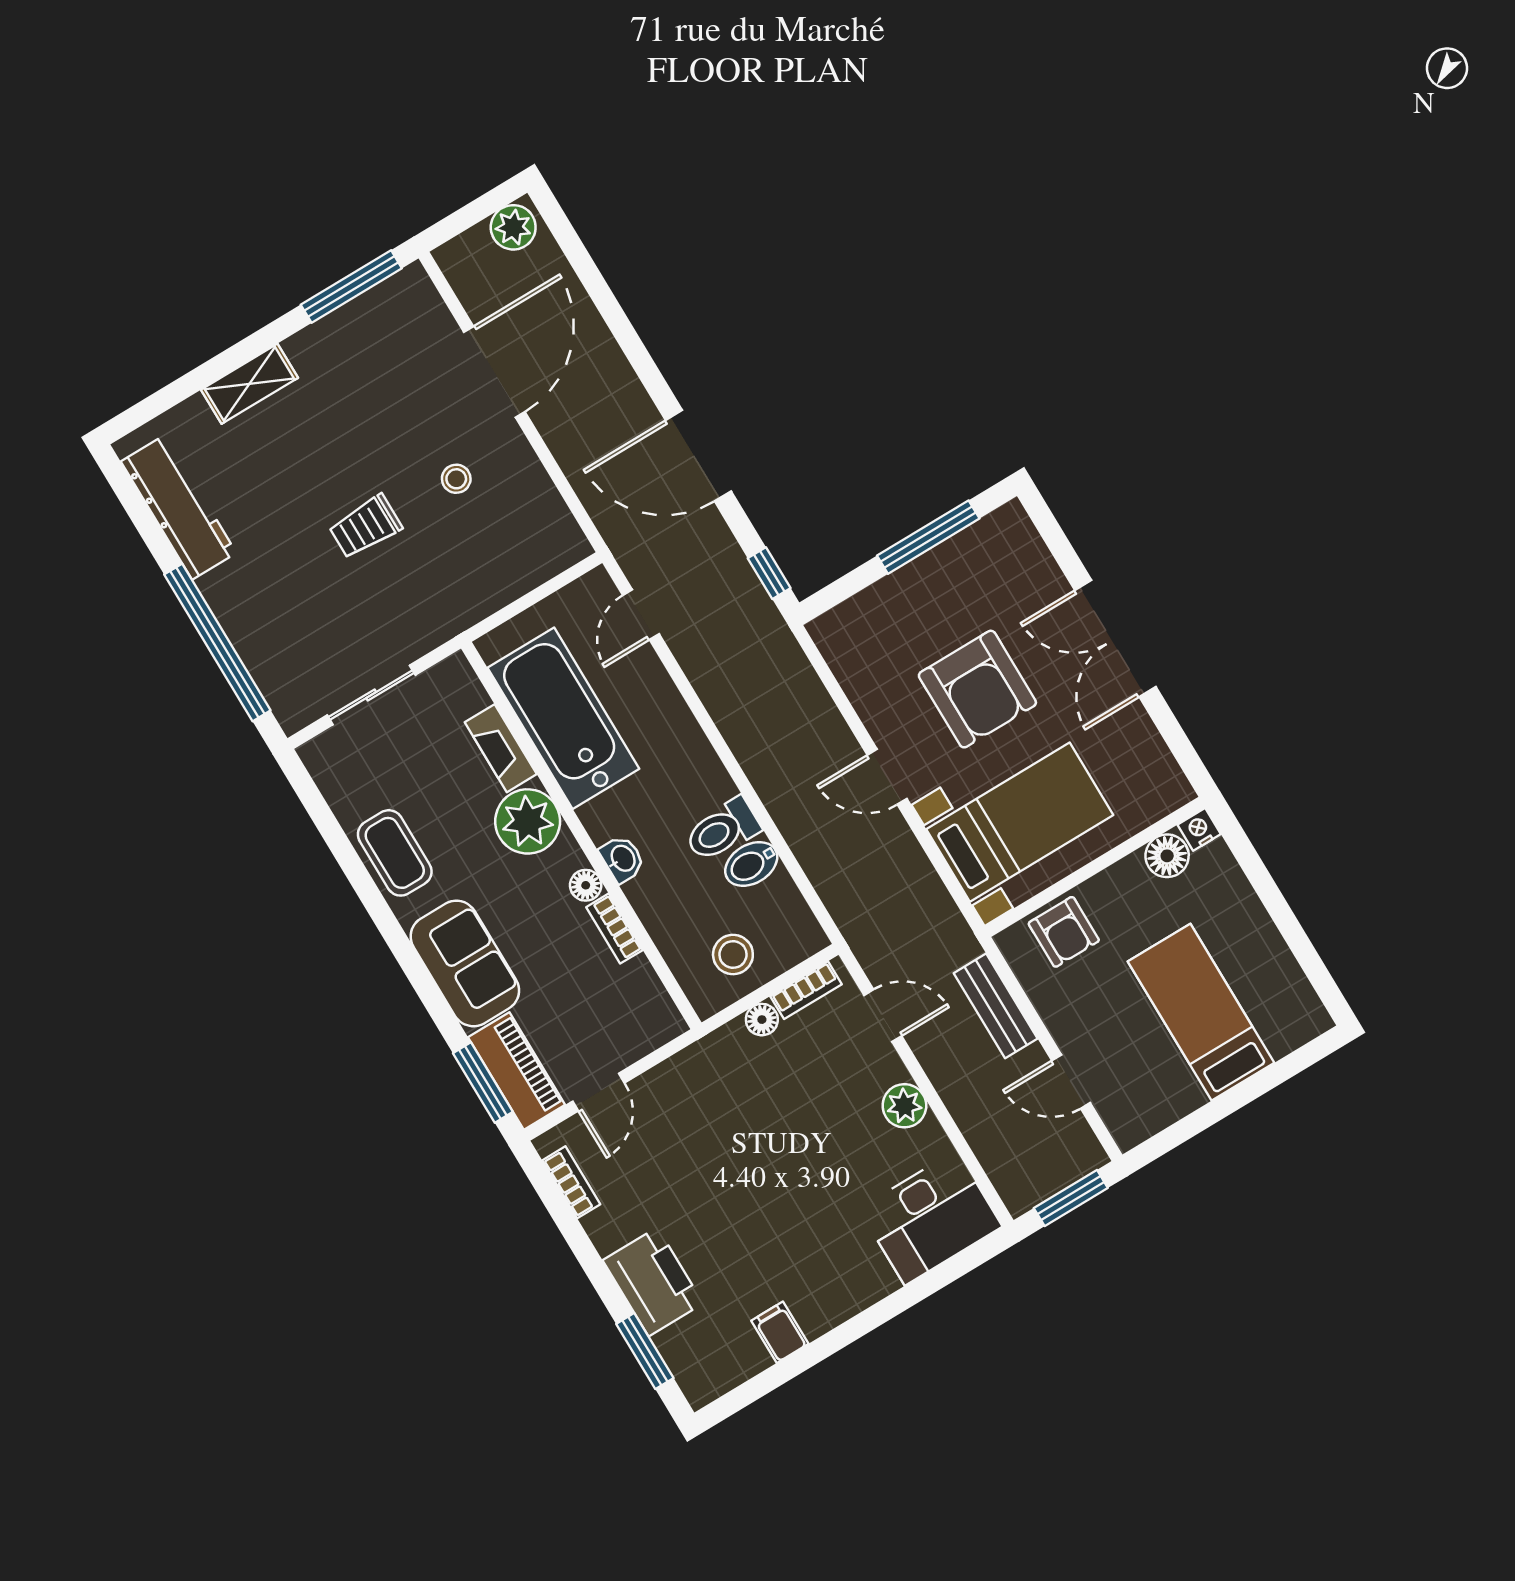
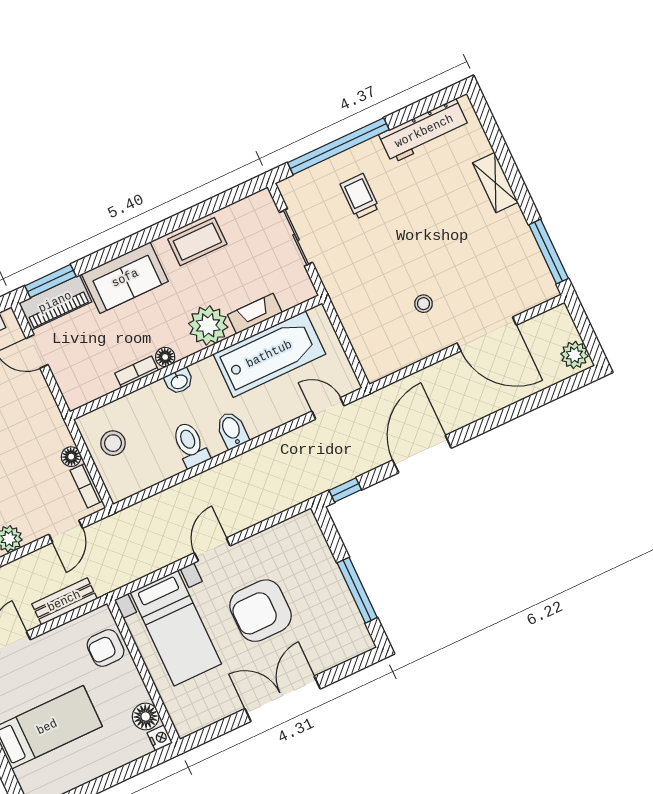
trolley: (365, 527) -> (360, 196), moved
bidet: (751, 864) -> (232, 430), moved

